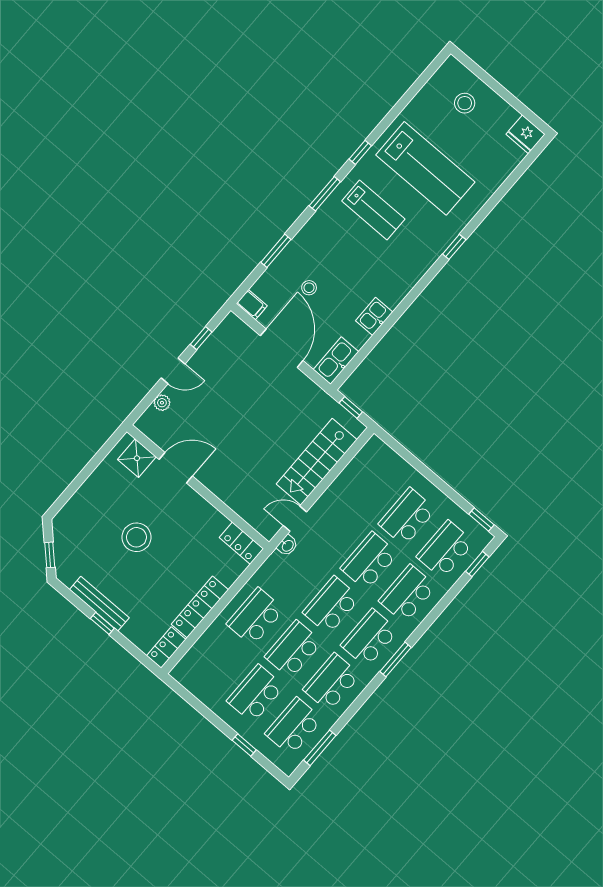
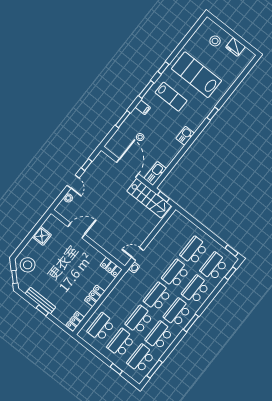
fridge: (525, 134) -> (235, 47), moved
lab bench: (425, 168) -> (196, 75), turned 180
filing cabinet: (252, 305) -> (143, 107), moved
kitchen sink: (374, 316) -> (185, 136), moved
door: (173, 371) -> (73, 182), hinge flipped
shower: (137, 458) -> (42, 236), moved
stairs: (317, 462) -> (149, 198), moved, turned -90
stool: (136, 537) -> (28, 265), moved
locker: (200, 607) -> (95, 296), width x0.66
school desk: (255, 617) -> (101, 327), moved

